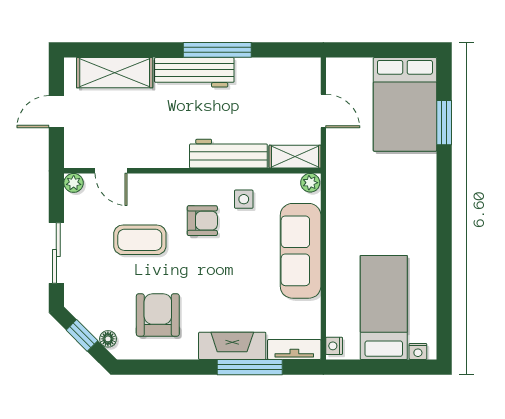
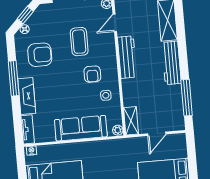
window: (217, 50) -> (187, 98), moved
workbench: (228, 154) -> (127, 57), moved
window: (250, 367) -> (14, 78), moved

